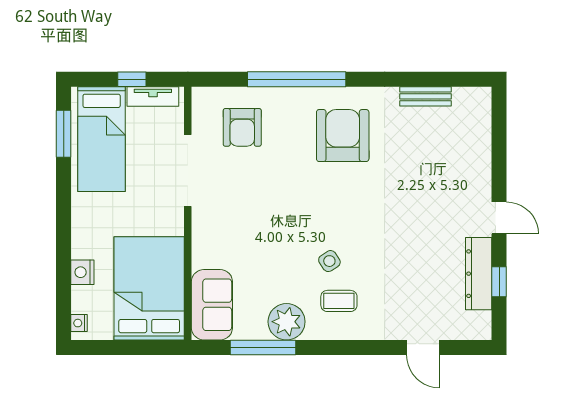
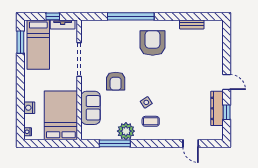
armchair: (242, 127) -> (116, 81), moved
sofa: (212, 305) -> (91, 108), moved

